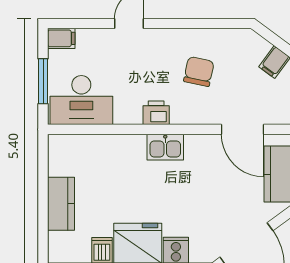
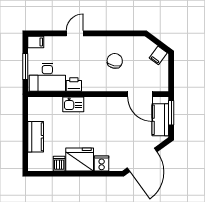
printer: (156, 113) -> (74, 85), moved
kitchen sink: (165, 147) -> (73, 104), moved

